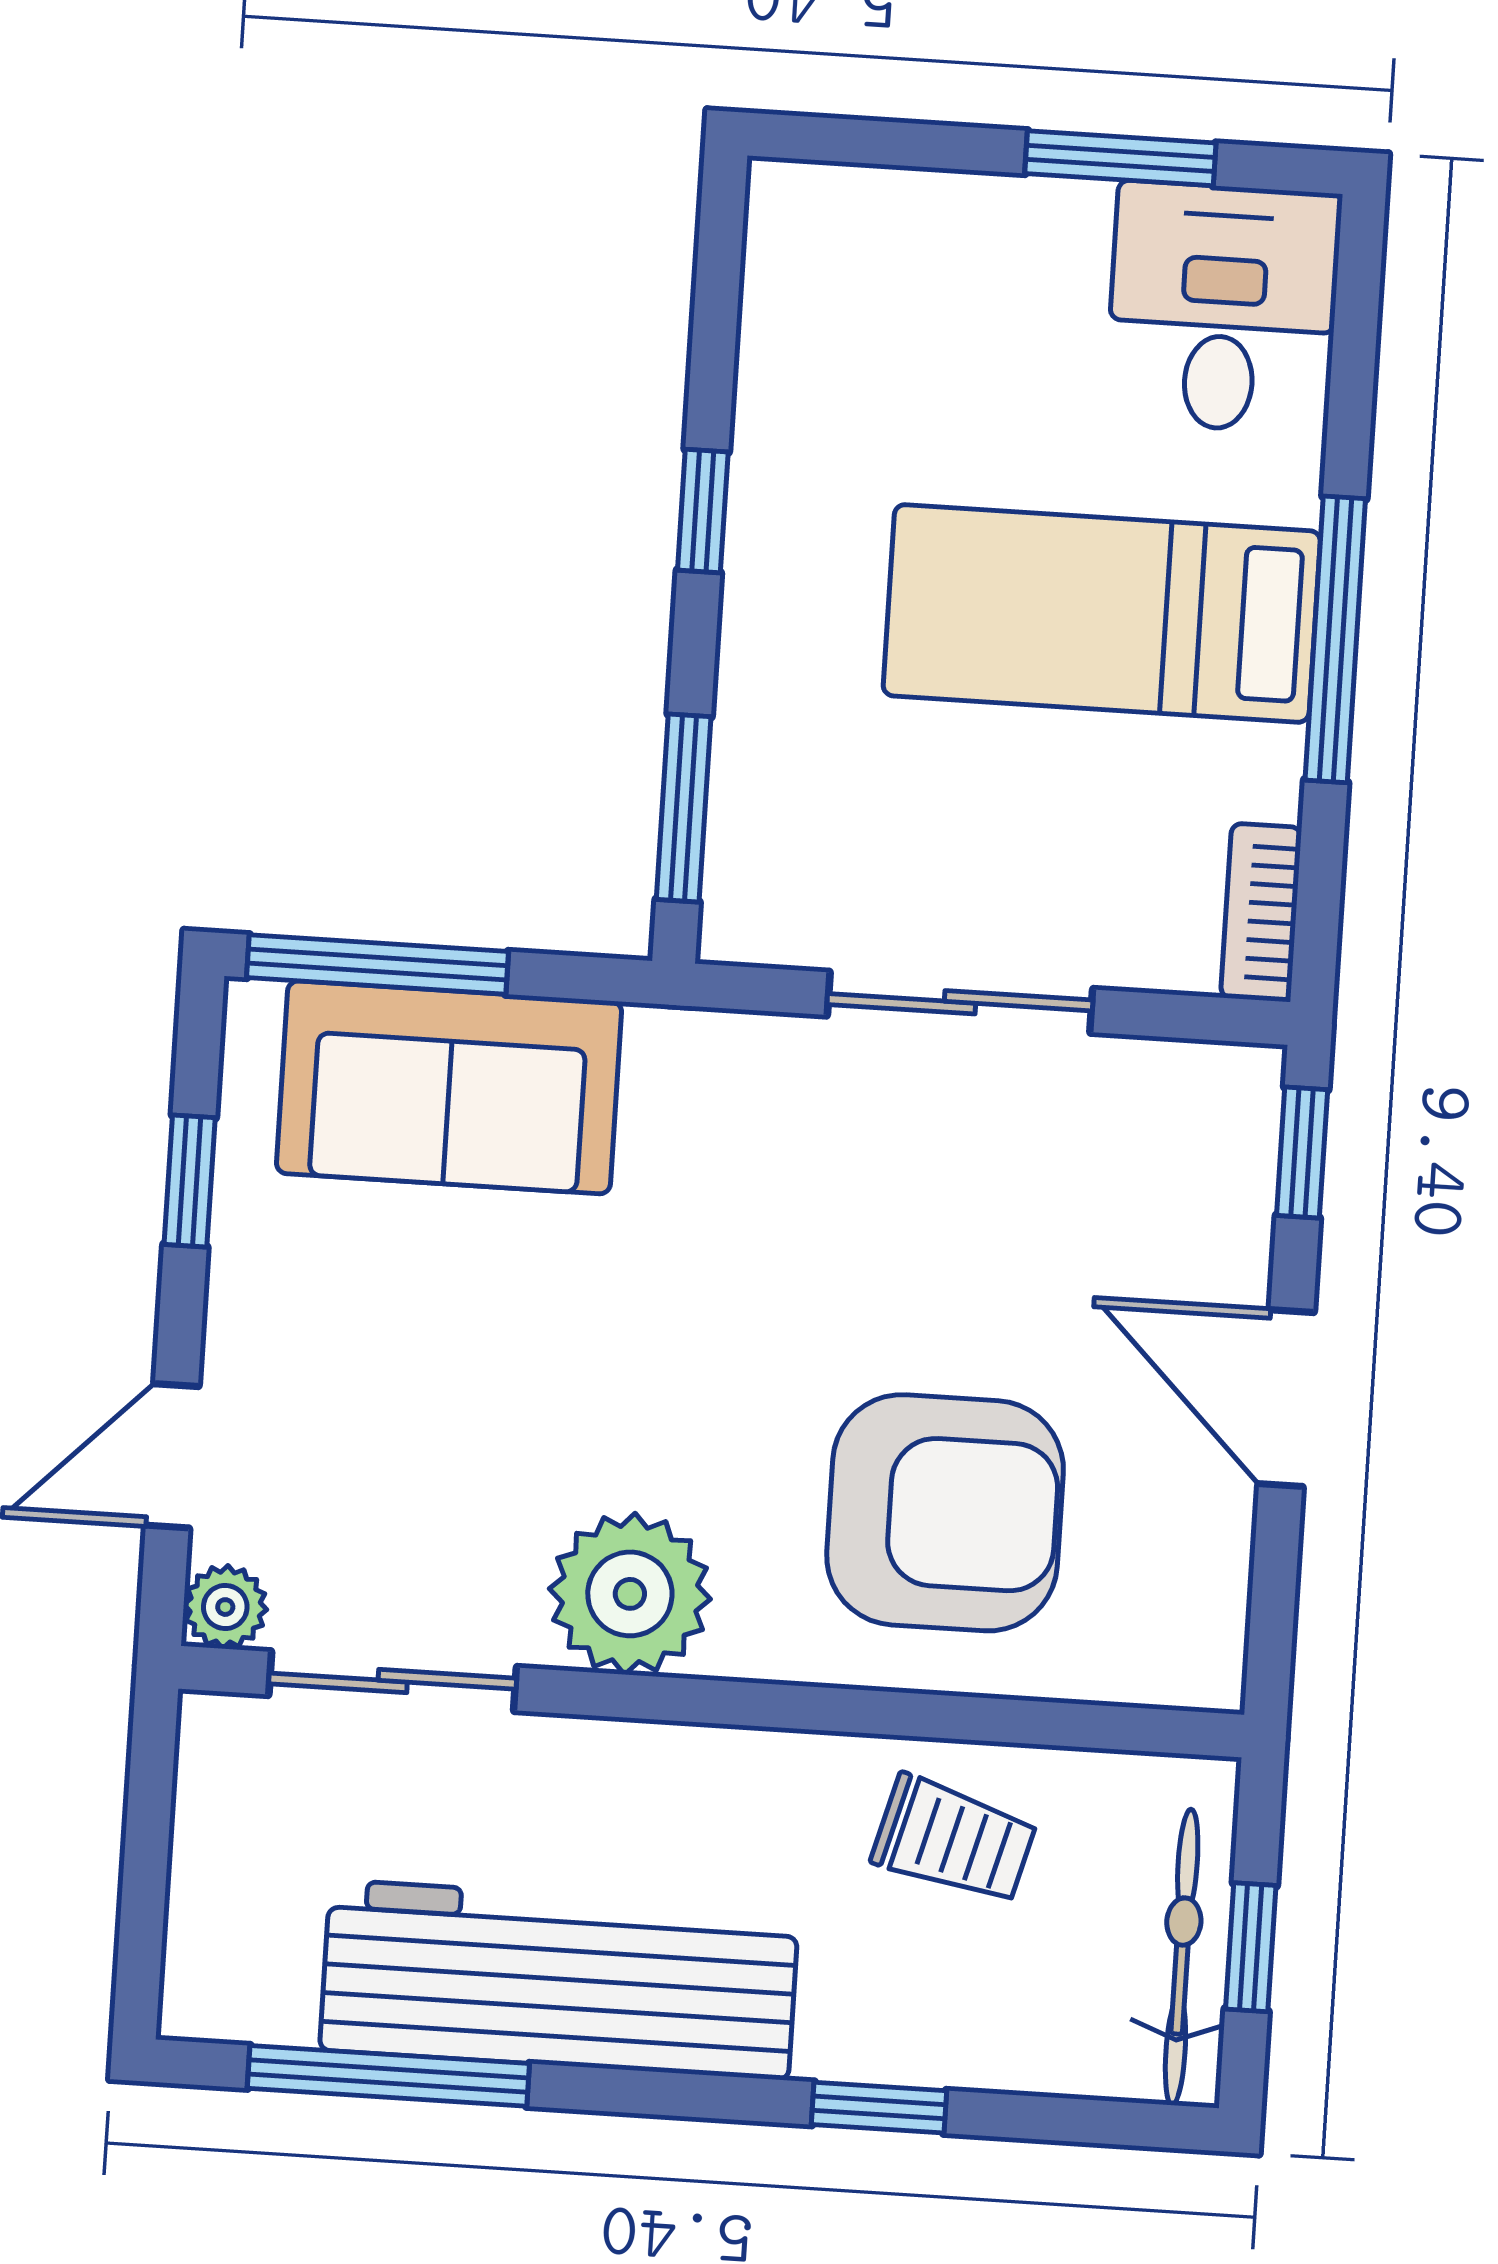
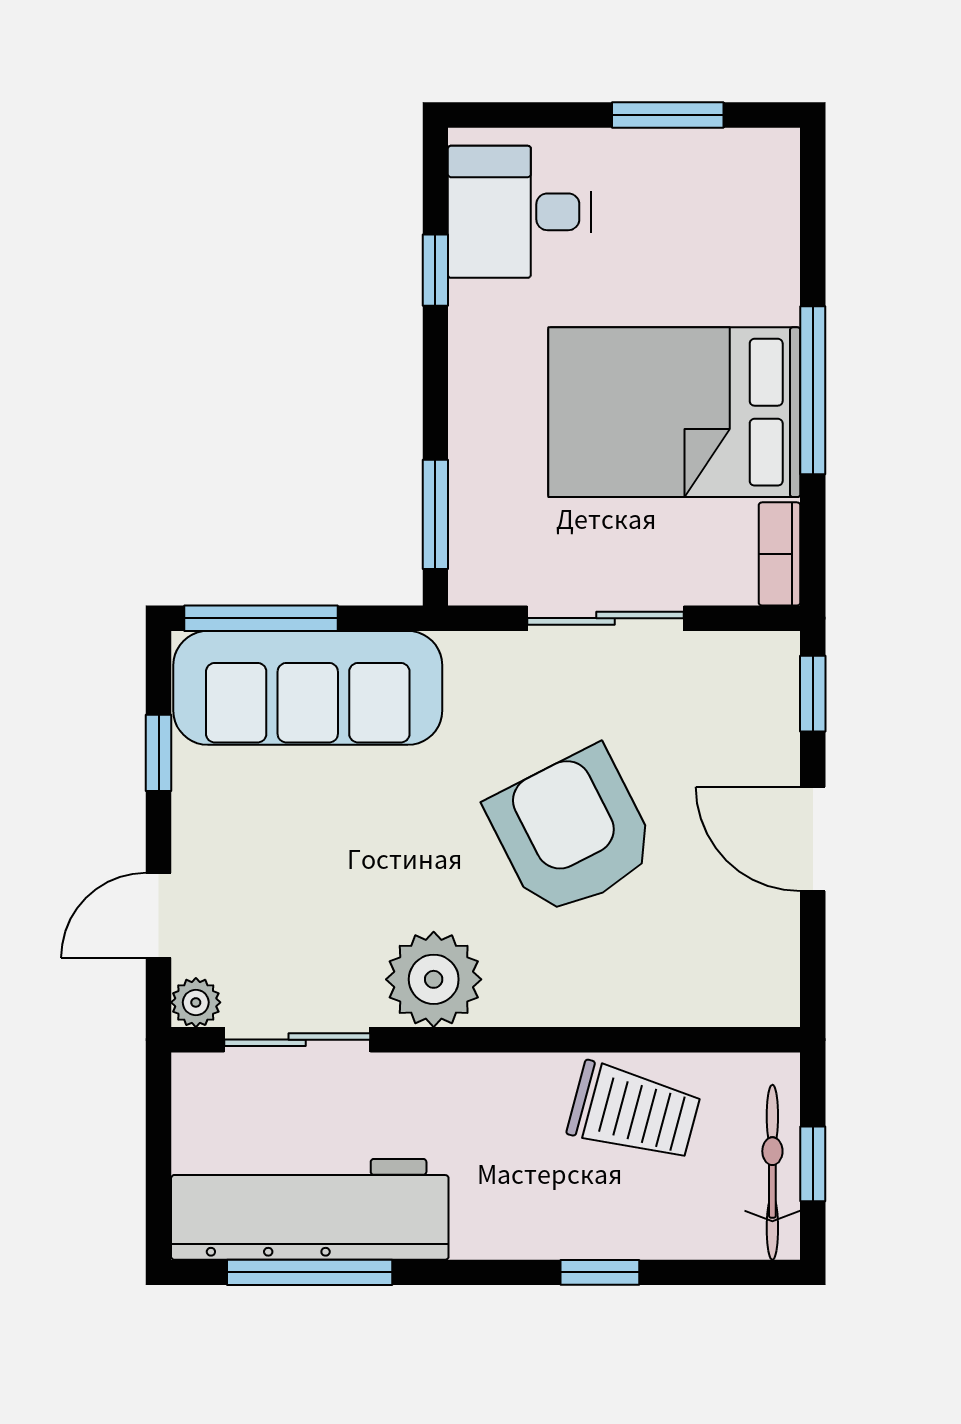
desk: (1223, 307) -> (519, 212), moved, turned -90
window: (703, 511) -> (435, 270), moved
bed: (1102, 613) -> (674, 412), width x1.50
sofa: (449, 1087) -> (308, 688), width x1.36
armchair: (945, 1513) -> (572, 832), moved, turned -117
trolley: (954, 1840) -> (634, 1112), width x1.36, depth x1.39
workbench: (559, 1980) -> (310, 1209), moved

